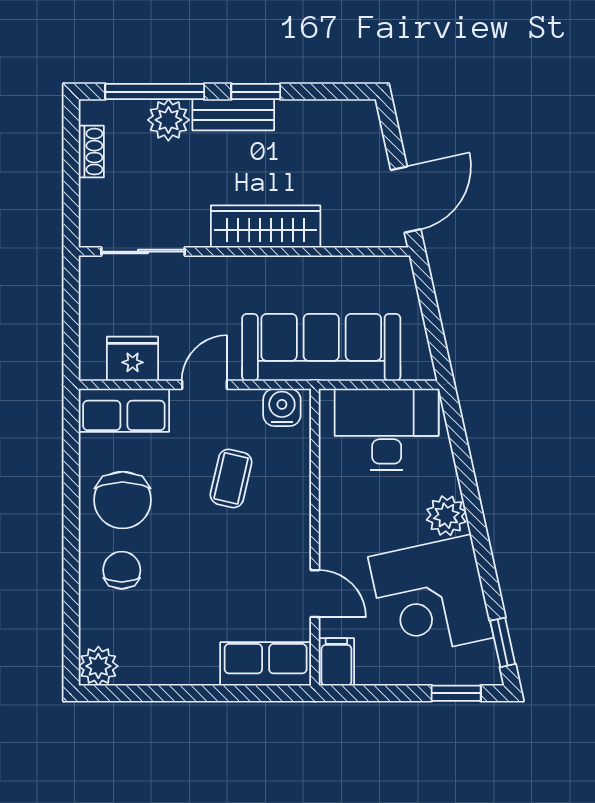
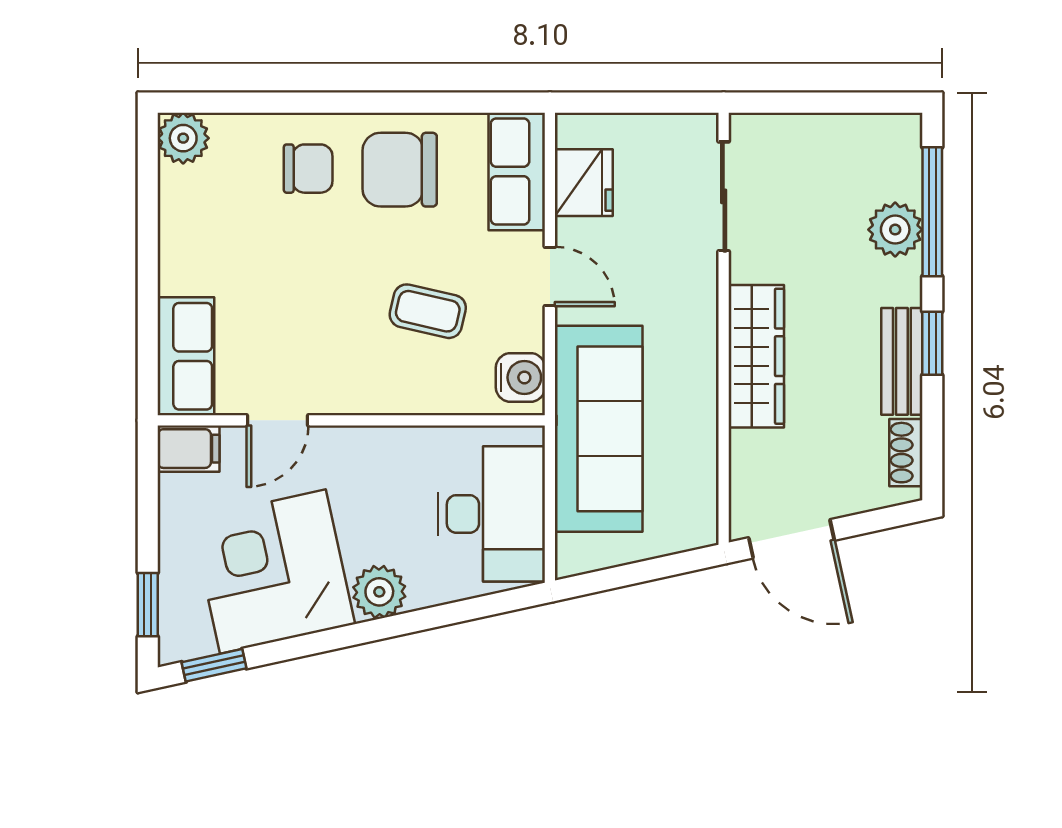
bench: (233, 115) -> (902, 361), moved
shoe rack: (91, 152) -> (906, 453), moved, turned 90

